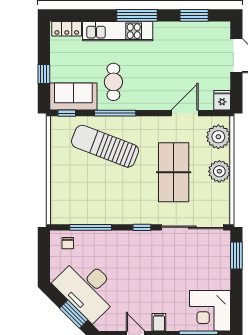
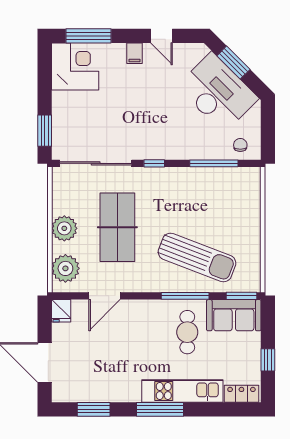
window: (44, 74) -> (268, 360), moved
window: (67, 113) -> (242, 296), width x1.50

